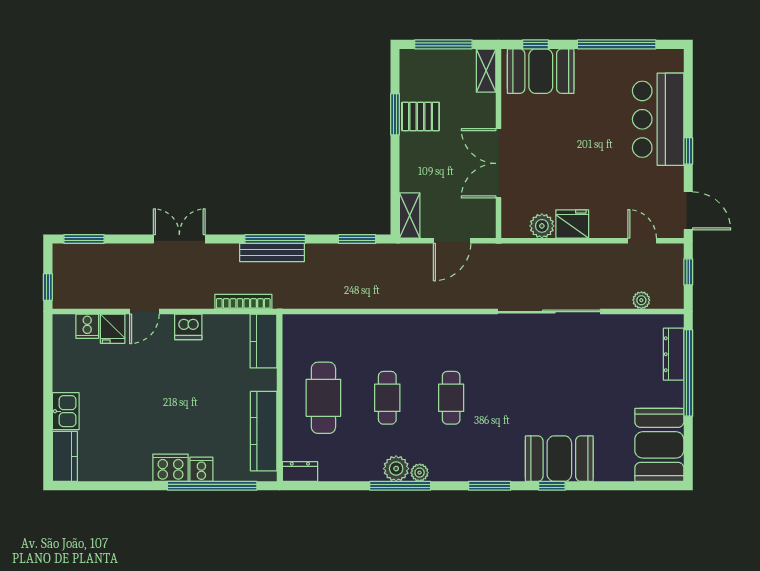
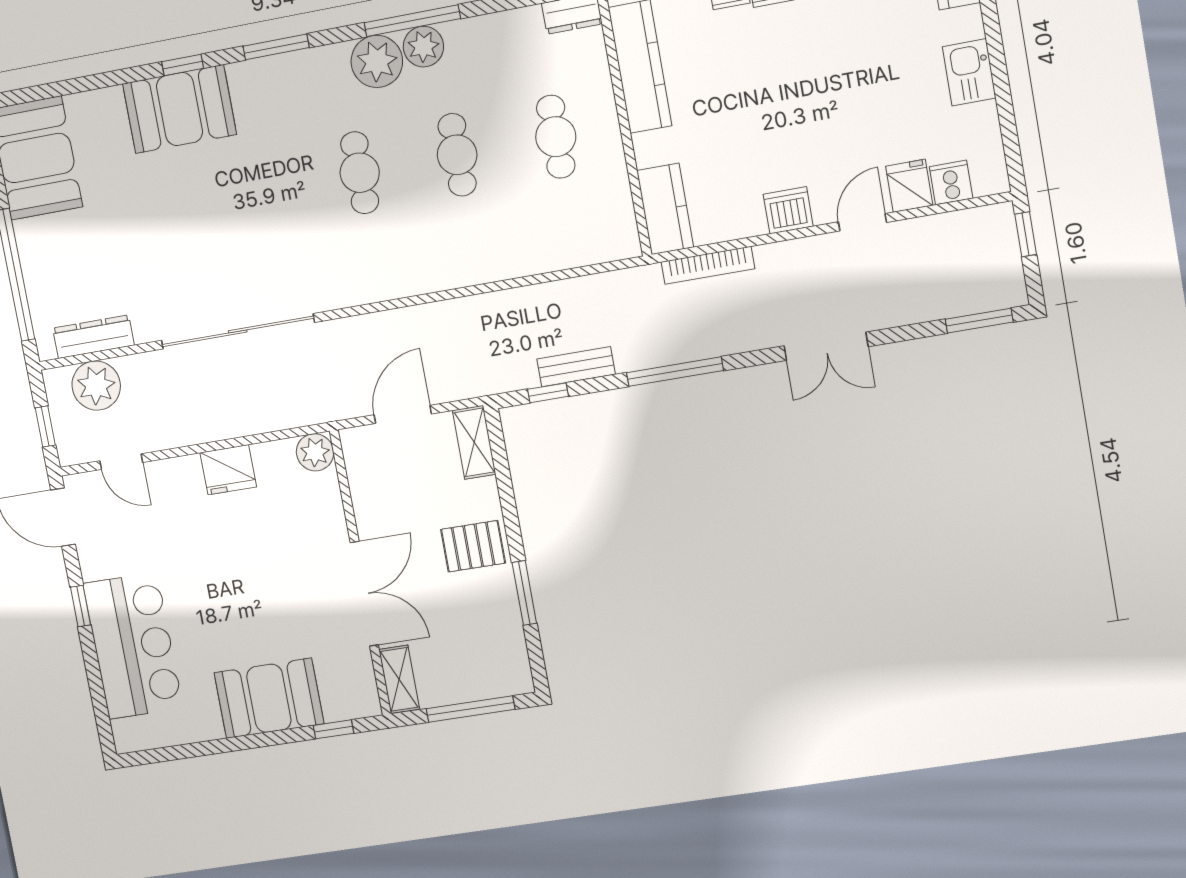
window: (617, 44) -> (215, 747), removed
booth: (541, 71) -> (269, 698), moved
pallet: (421, 116) -> (473, 546), moved
double door: (499, 163) -> (364, 594), moved
plant: (542, 226) -> (315, 452), moved
window: (357, 239) -> (548, 393), width x0.67
bench: (272, 253) -> (576, 367), moved, width x0.73
plant: (641, 300) -> (96, 386), width x1.87, depth x1.87
dresser: (674, 354) -> (93, 337), moved, turned -90
cafe table: (323, 398) -> (556, 137), width x0.73, depth x0.74
kitchen sink: (66, 411) -> (969, 72), moved
plant: (420, 473) -> (377, 61), width x1.88, depth x1.88

